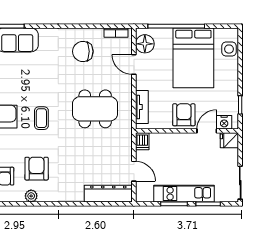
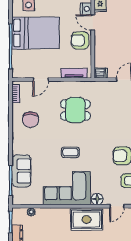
floor lamp: (145, 44) -> (25, 71), removed
dining table: (95, 109) -> (75, 110), width x0.73
coffee table: (41, 118) -> (70, 152), moved

